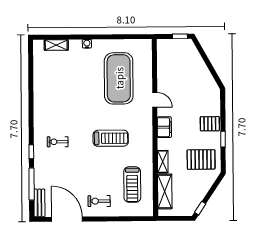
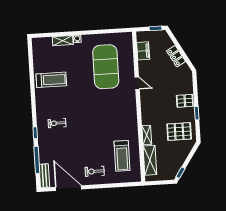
shelving: (56, 45) -> (63, 41), moved
locker: (202, 70) -> (176, 56), added
filing cabinet: (164, 127) -> (143, 51), moved
treadmill: (111, 138) -> (51, 80), moved

